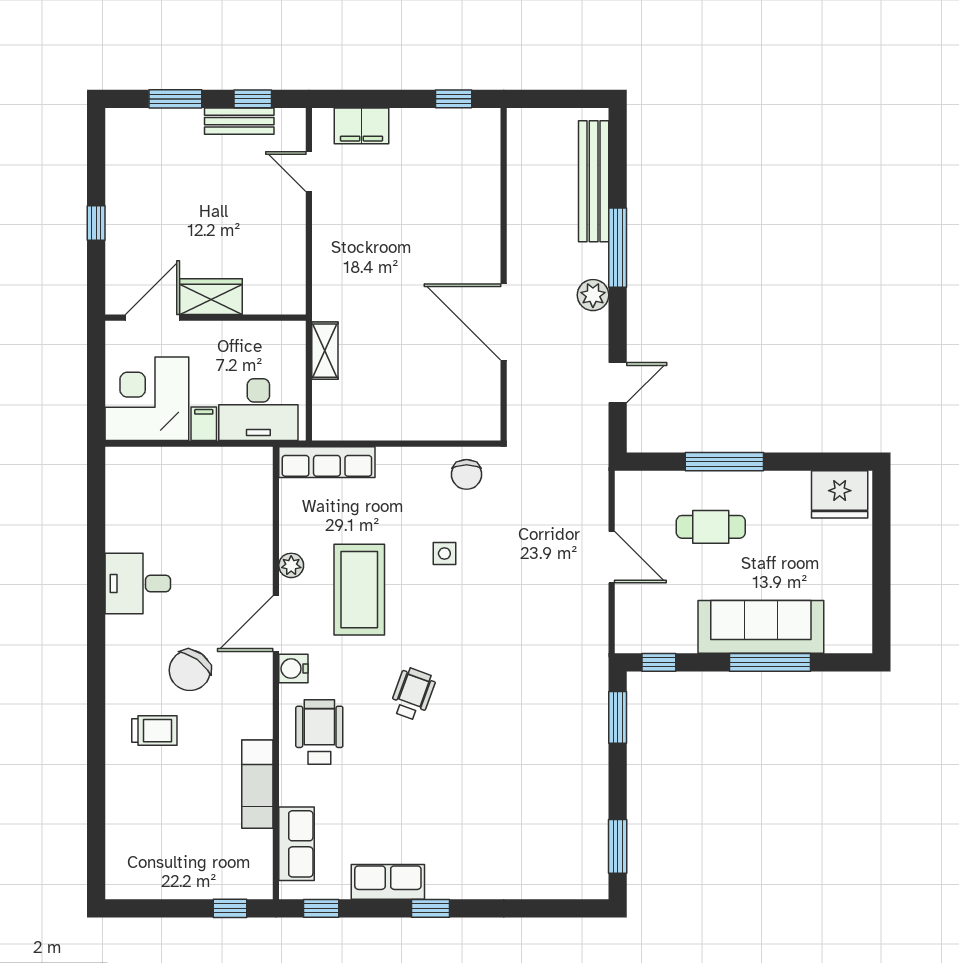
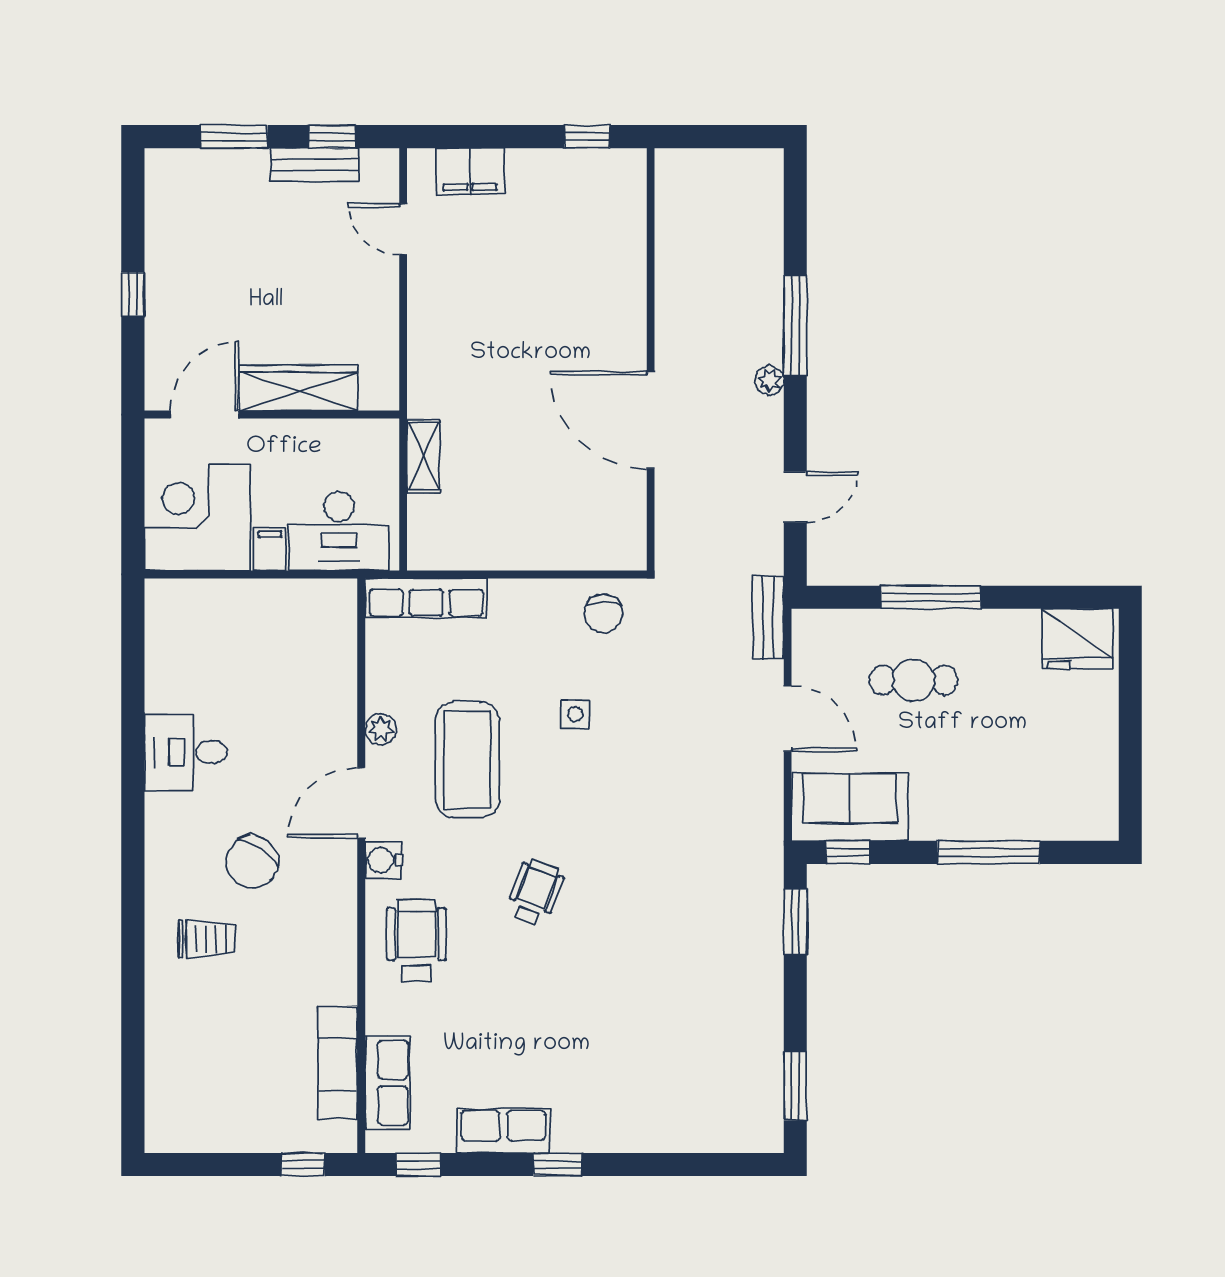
bench: (594, 181) -> (768, 617), moved, width x0.54, depth x0.82
plant: (593, 295) -> (769, 380), width x0.73, depth x0.73
wardrobe: (211, 297) -> (299, 388), width x1.50
sofa: (761, 627) -> (850, 807), moved, width x0.73
exam couch: (257, 784) -> (338, 1063), moved

